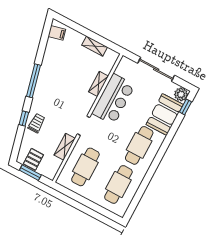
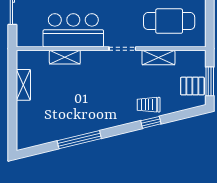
filing cabinet: (57, 33) -> (31, 137), removed
window: (34, 81) -> (79, 140), moved

